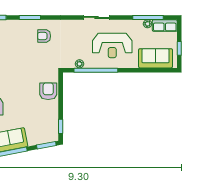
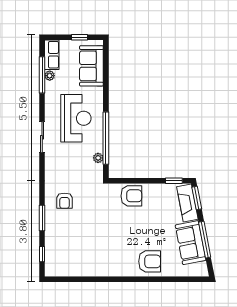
armchair: (48, 91) -> (131, 196), turned 180
fireplace: (42, 138) -> (187, 203), added

